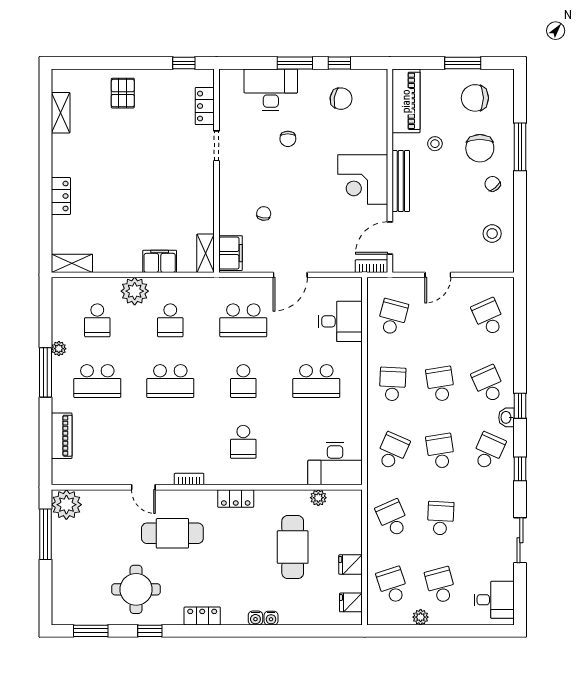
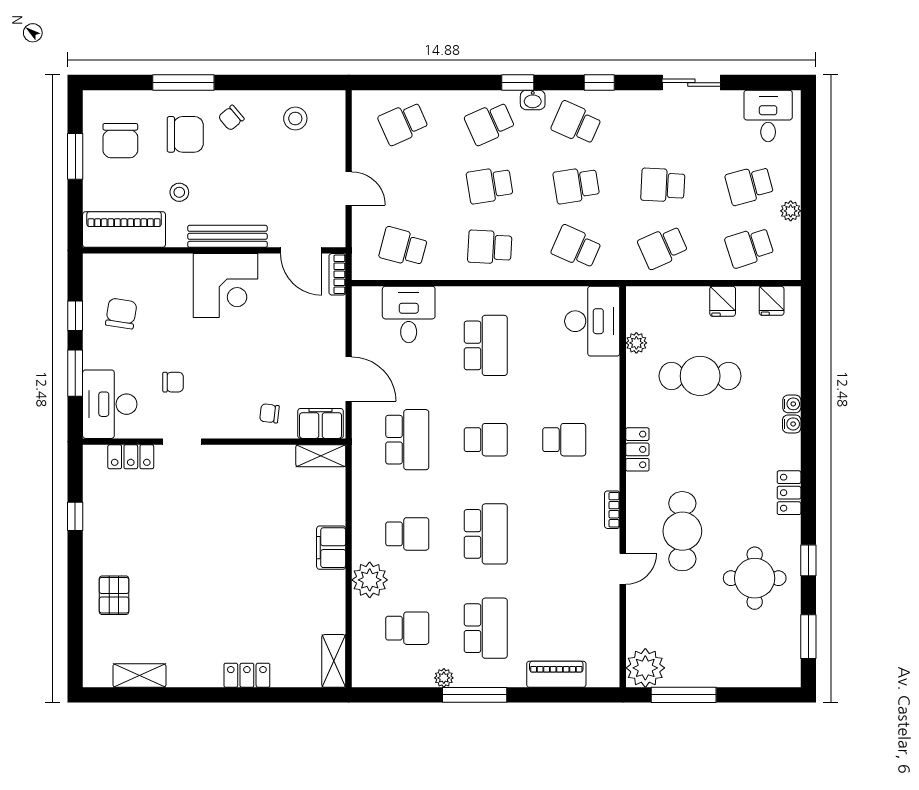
pallet: (123, 93) -> (114, 595), turned 90
locker: (205, 106) -> (131, 457), moved
doorway: (217, 146) -> (182, 442), moved
wall: (217, 171) -> (214, 442), moved
shelving: (206, 253) -> (321, 456), moved
filing cabinet: (231, 253) -> (321, 423), moved

